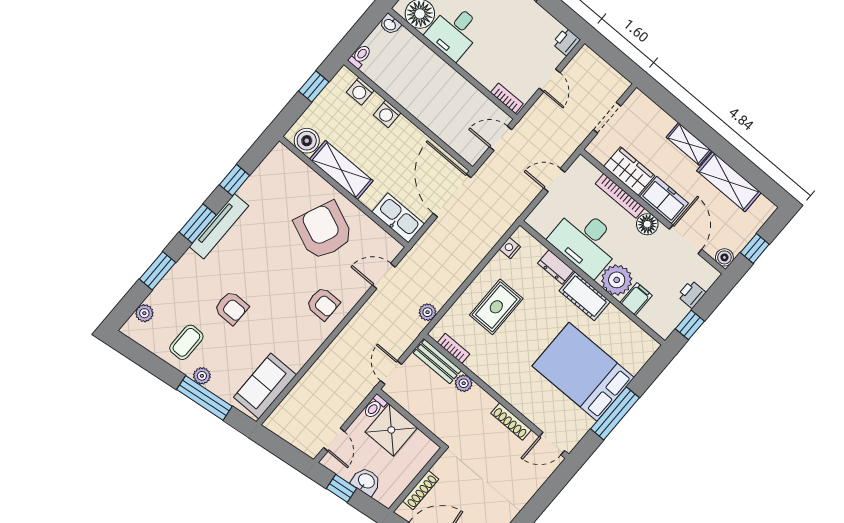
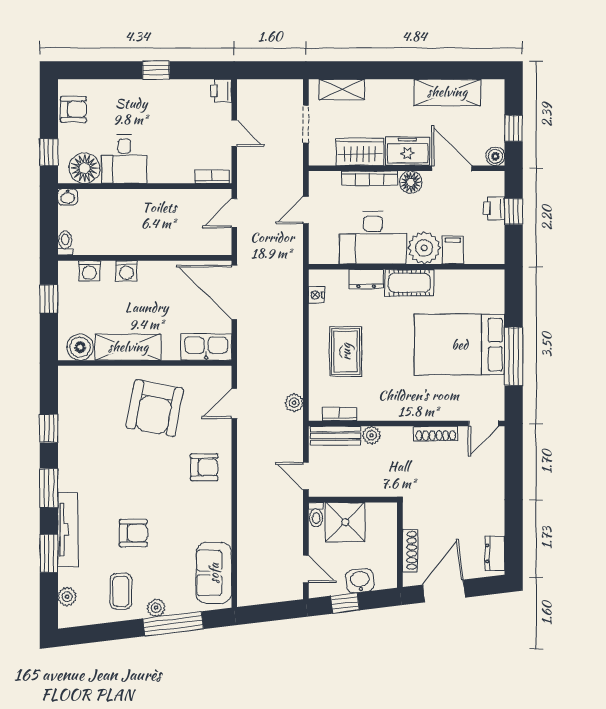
shelving: (689, 144) -> (342, 89), moved
tv unit: (219, 226) -> (68, 530), moved
armchair: (324, 231) -> (155, 408), turned -102
window: (690, 325) -> (514, 211), moved

